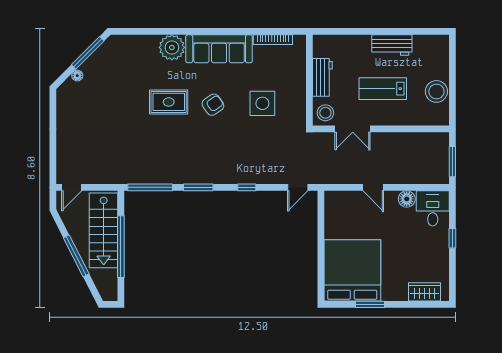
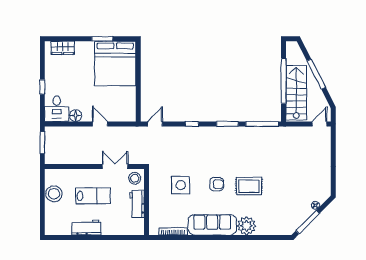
armchair: (213, 105) -> (217, 184), turned -145

